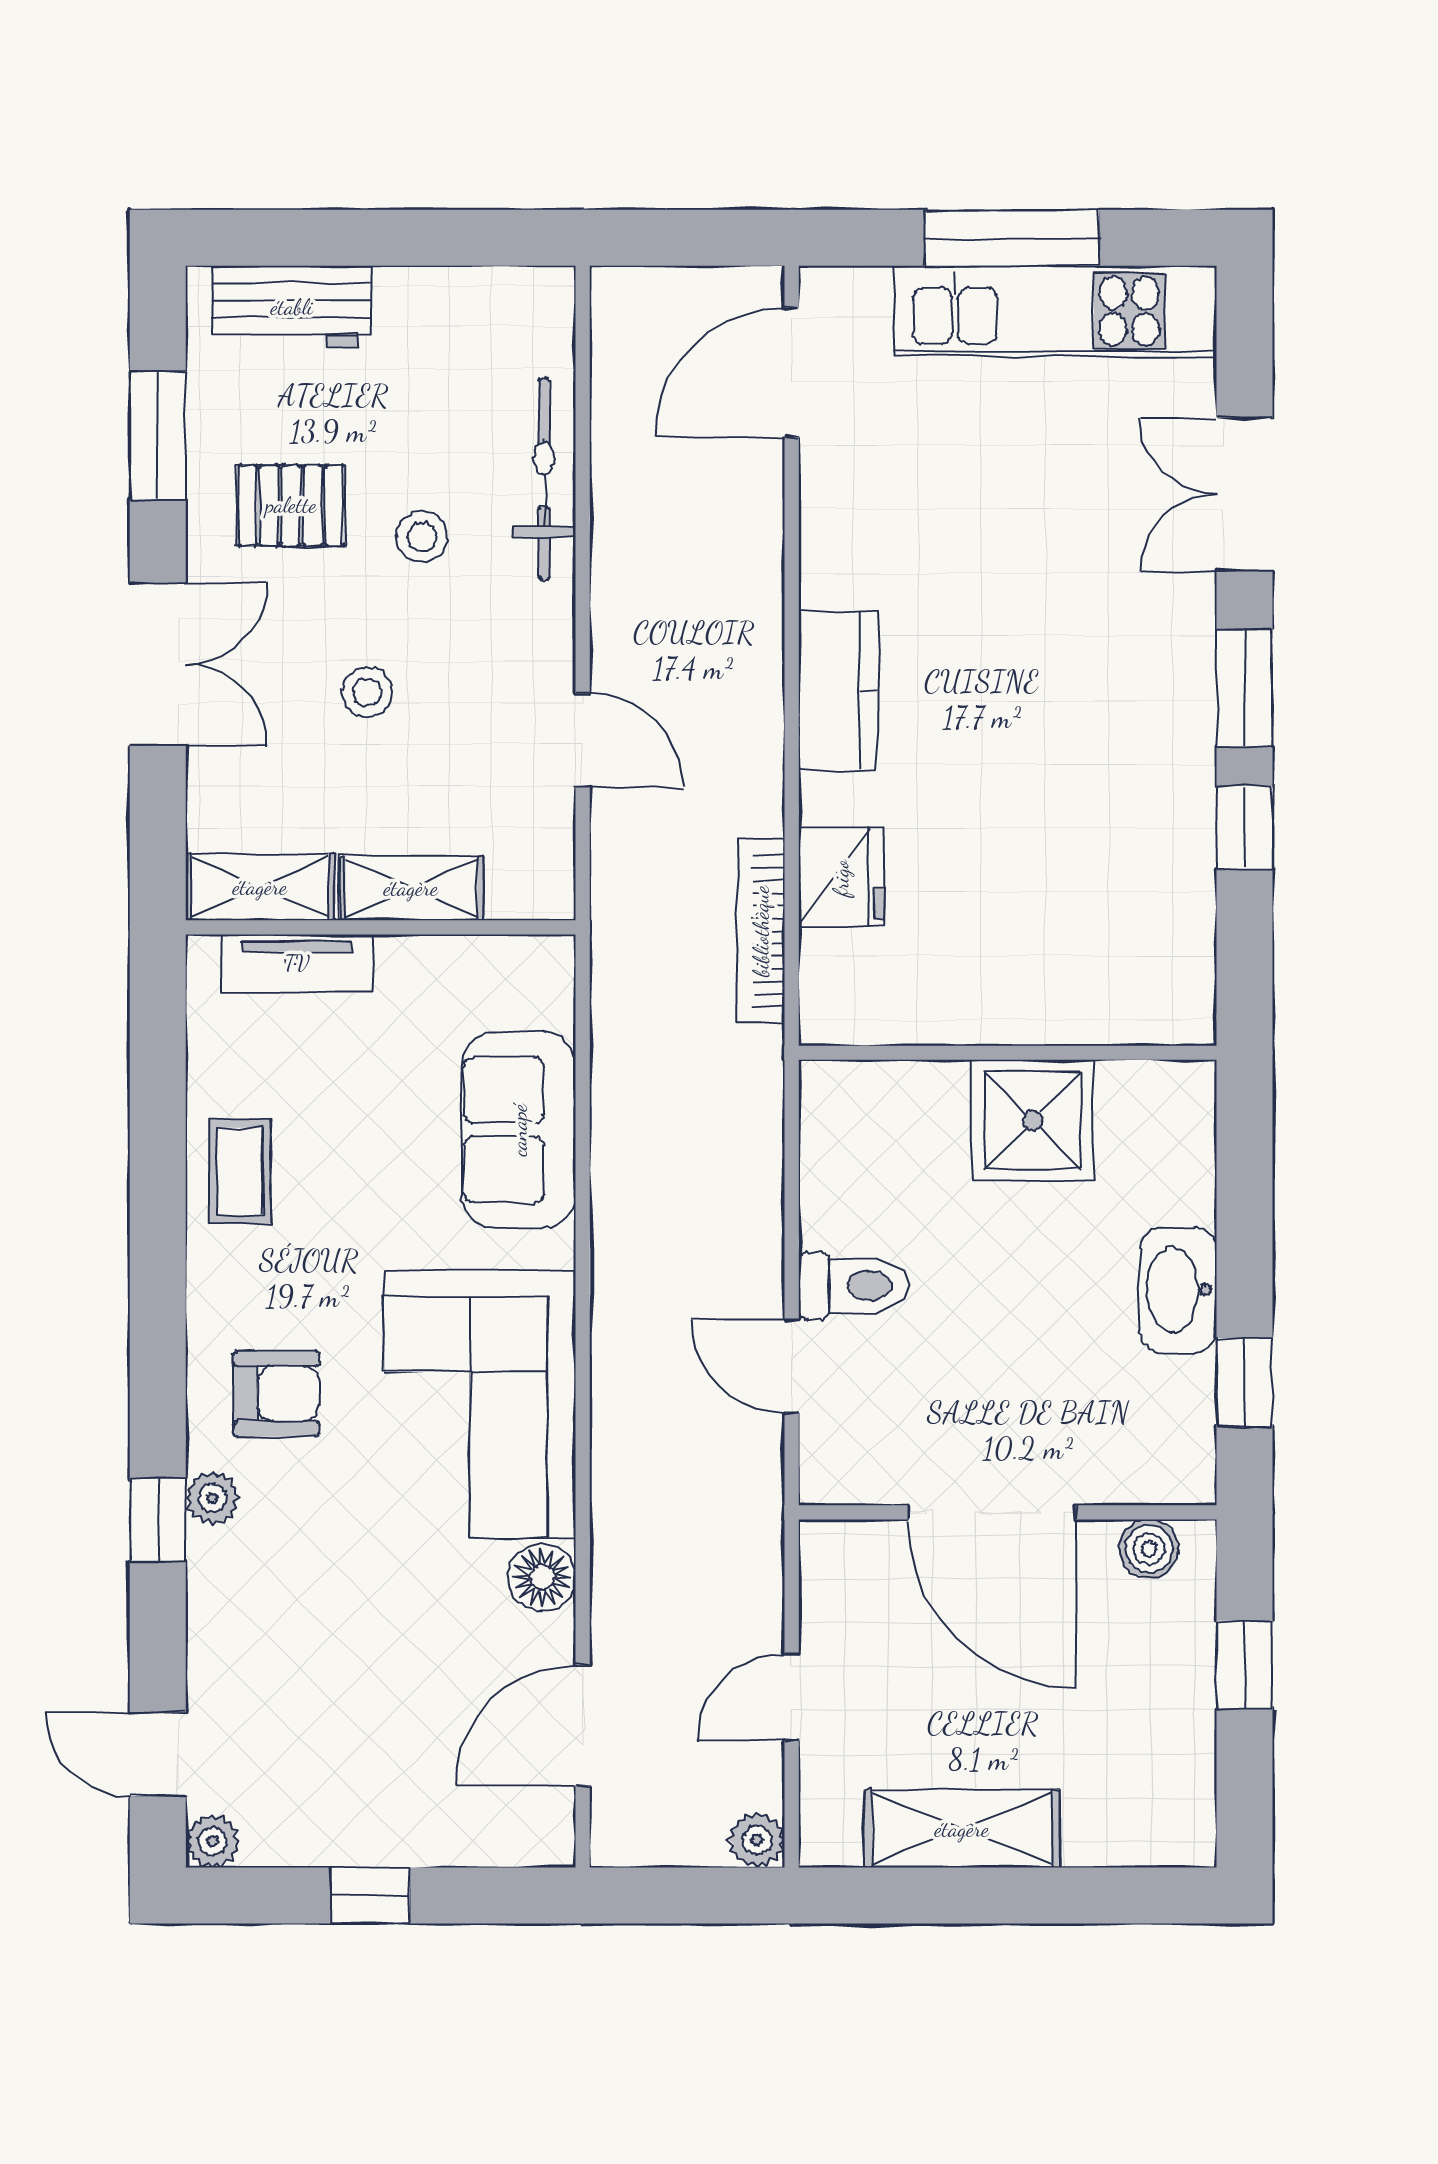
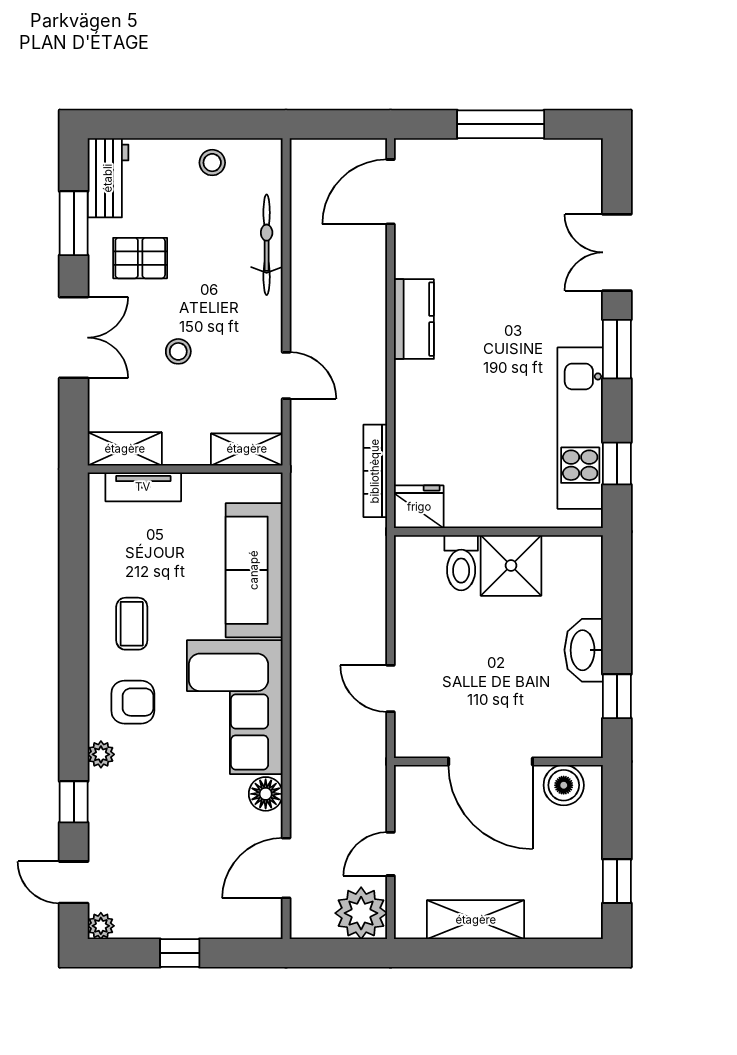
workbench: (292, 307) -> (108, 178), moved, turned -90
kitchen unit: (1055, 311) -> (580, 428), moved, turned 90
stool: (422, 537) -> (212, 163), moved
kitchen counter: (839, 691) -> (414, 319), moved
window: (1244, 828) -> (617, 464), moved
fridge: (841, 878) -> (419, 507), moved, turned -90
shelving: (411, 888) -> (247, 449), moved
sofa: (519, 1130) -> (254, 570), width x1.36
coffee table: (240, 1172) -> (132, 624), moved
toilet: (854, 1286) -> (461, 563), moved, turned 90
window: (158, 1520) -> (74, 802), moved
boiler: (1149, 1549) -> (564, 785), width x1.36, depth x1.36
window: (1244, 1665) -> (617, 881), moved
plant: (757, 1840) -> (361, 913), width x1.88, depth x1.88

